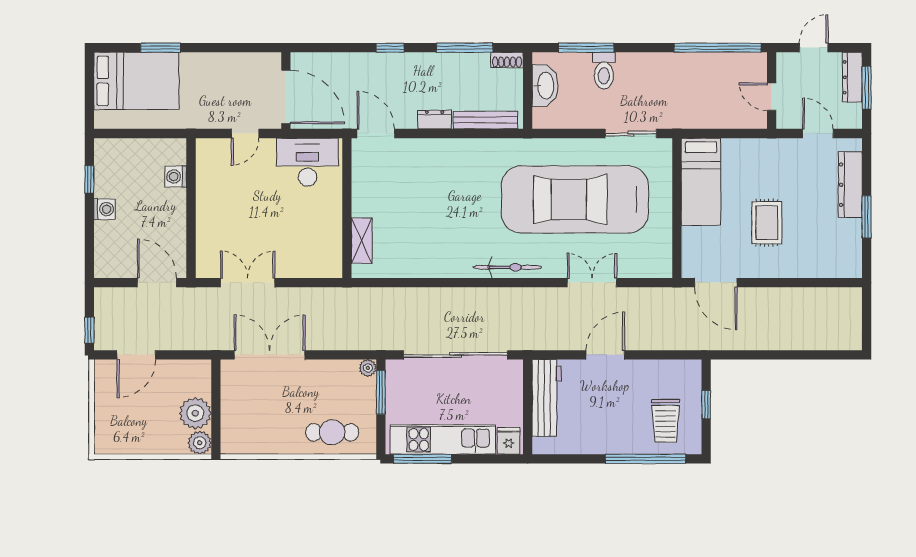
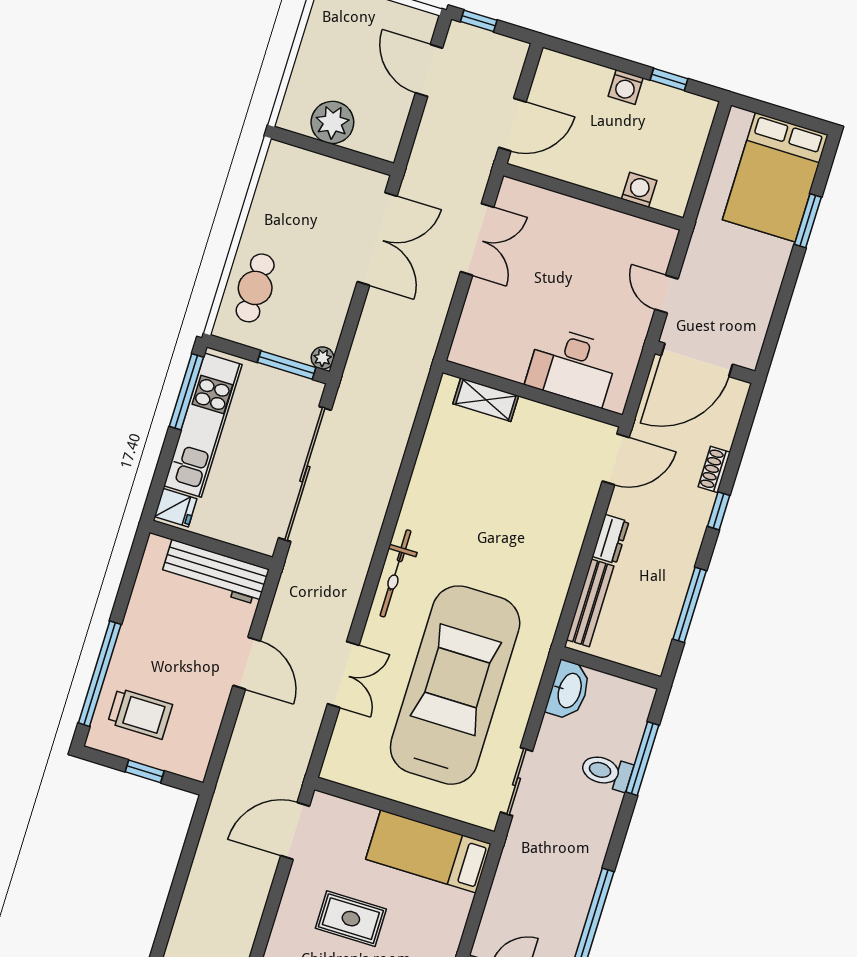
shoe rack: (507, 60) -> (714, 469), moved
washbasin: (545, 86) -> (569, 690), moved, turned -90
desk: (307, 162) -> (572, 366), moved, turned 90
trolley: (666, 421) -> (140, 714), turned 180
plant: (200, 443) -> (293, 116), removed

